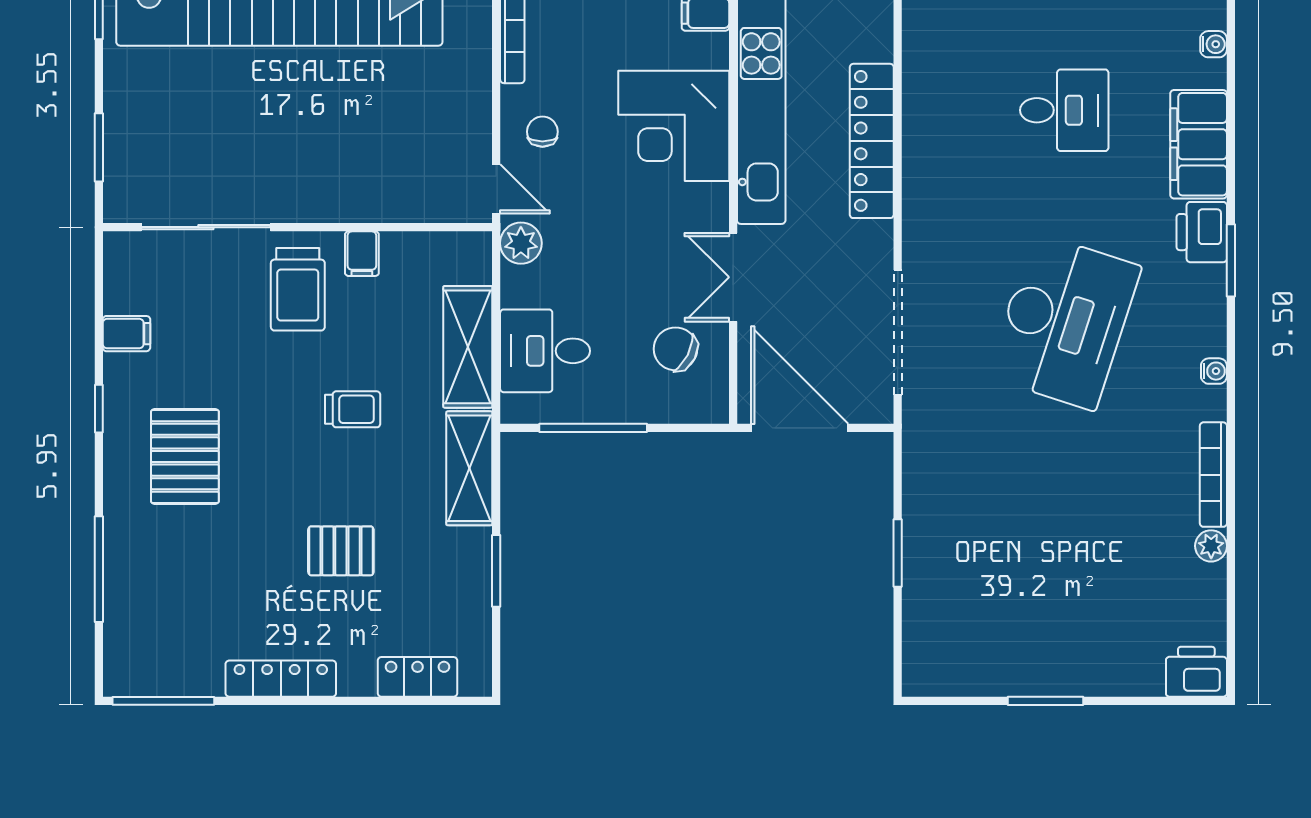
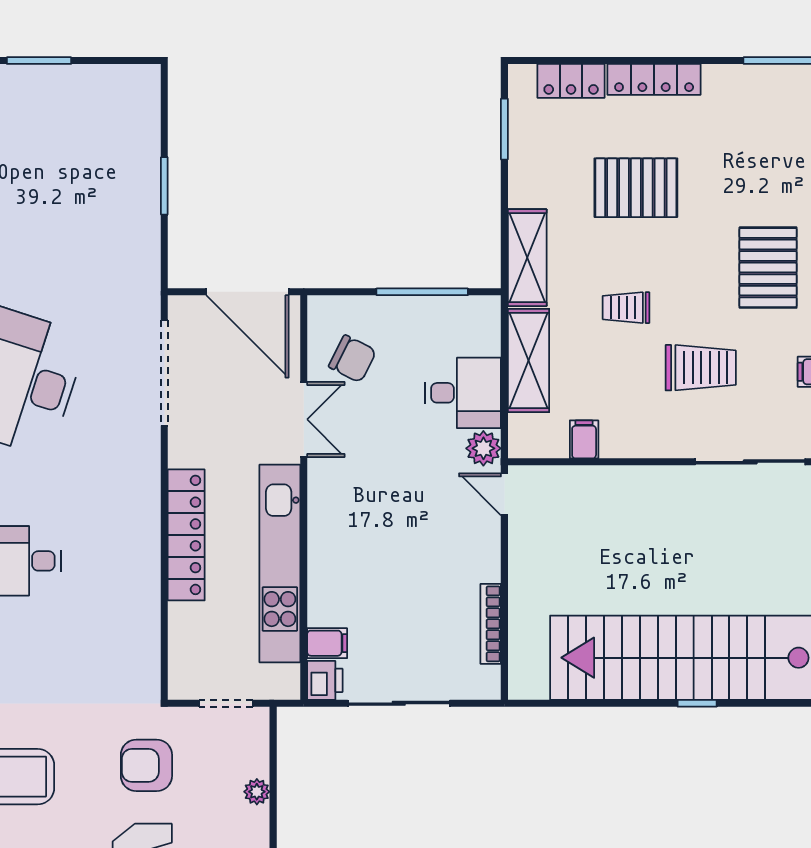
corner desk: (674, 126) -> (354, 548), removed
chair: (542, 132) -> (465, 543), removed
filing cabinet: (362, 254) -> (584, 439), moved
trolley: (298, 289) -> (701, 368), moved, turned 90
desk: (545, 351) -> (463, 393), moved
pallet: (341, 551) -> (636, 188), width x1.50, depth x1.42
window: (496, 571) -> (504, 129), moved
locker: (281, 679) -> (654, 79), moved

